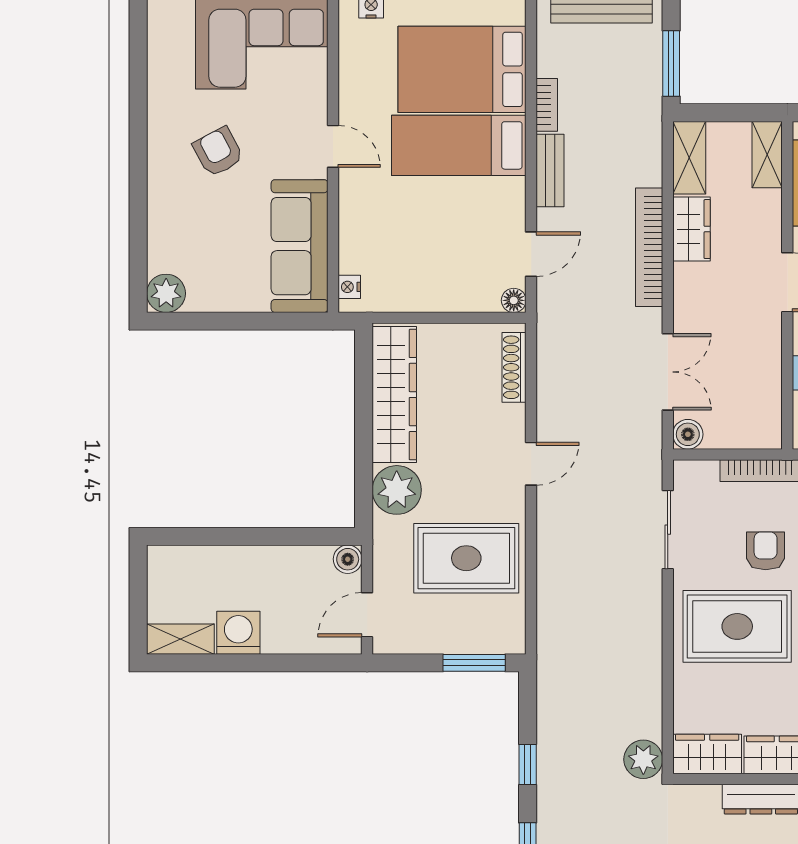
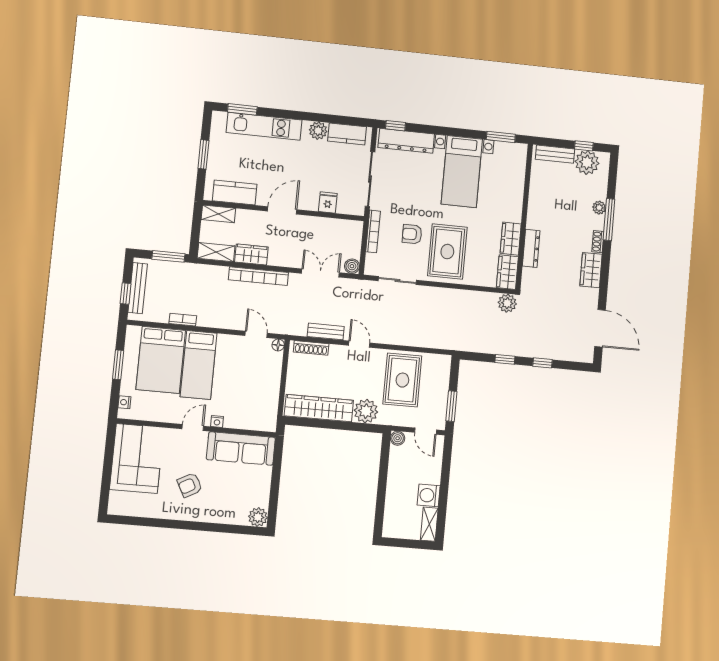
bench: (550, 171) -> (326, 331), moved
nightstand: (349, 287) -> (217, 421), moved
window: (474, 663) -> (451, 406), moved

